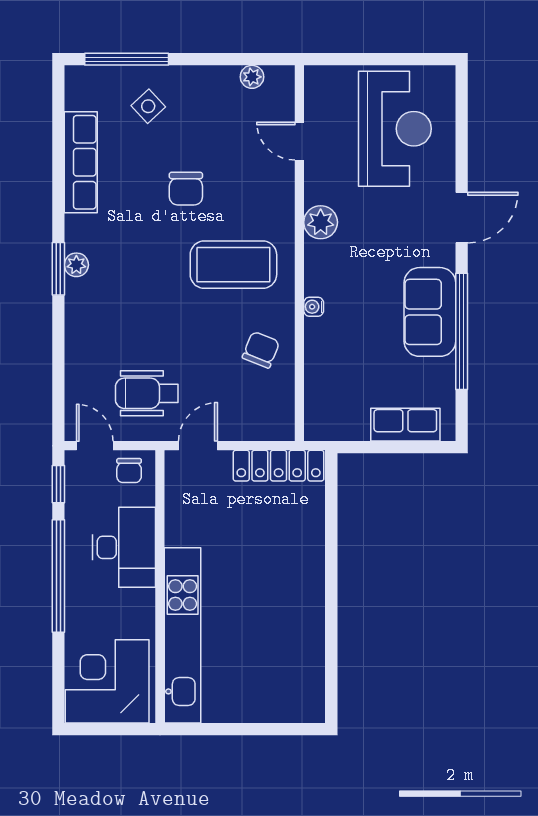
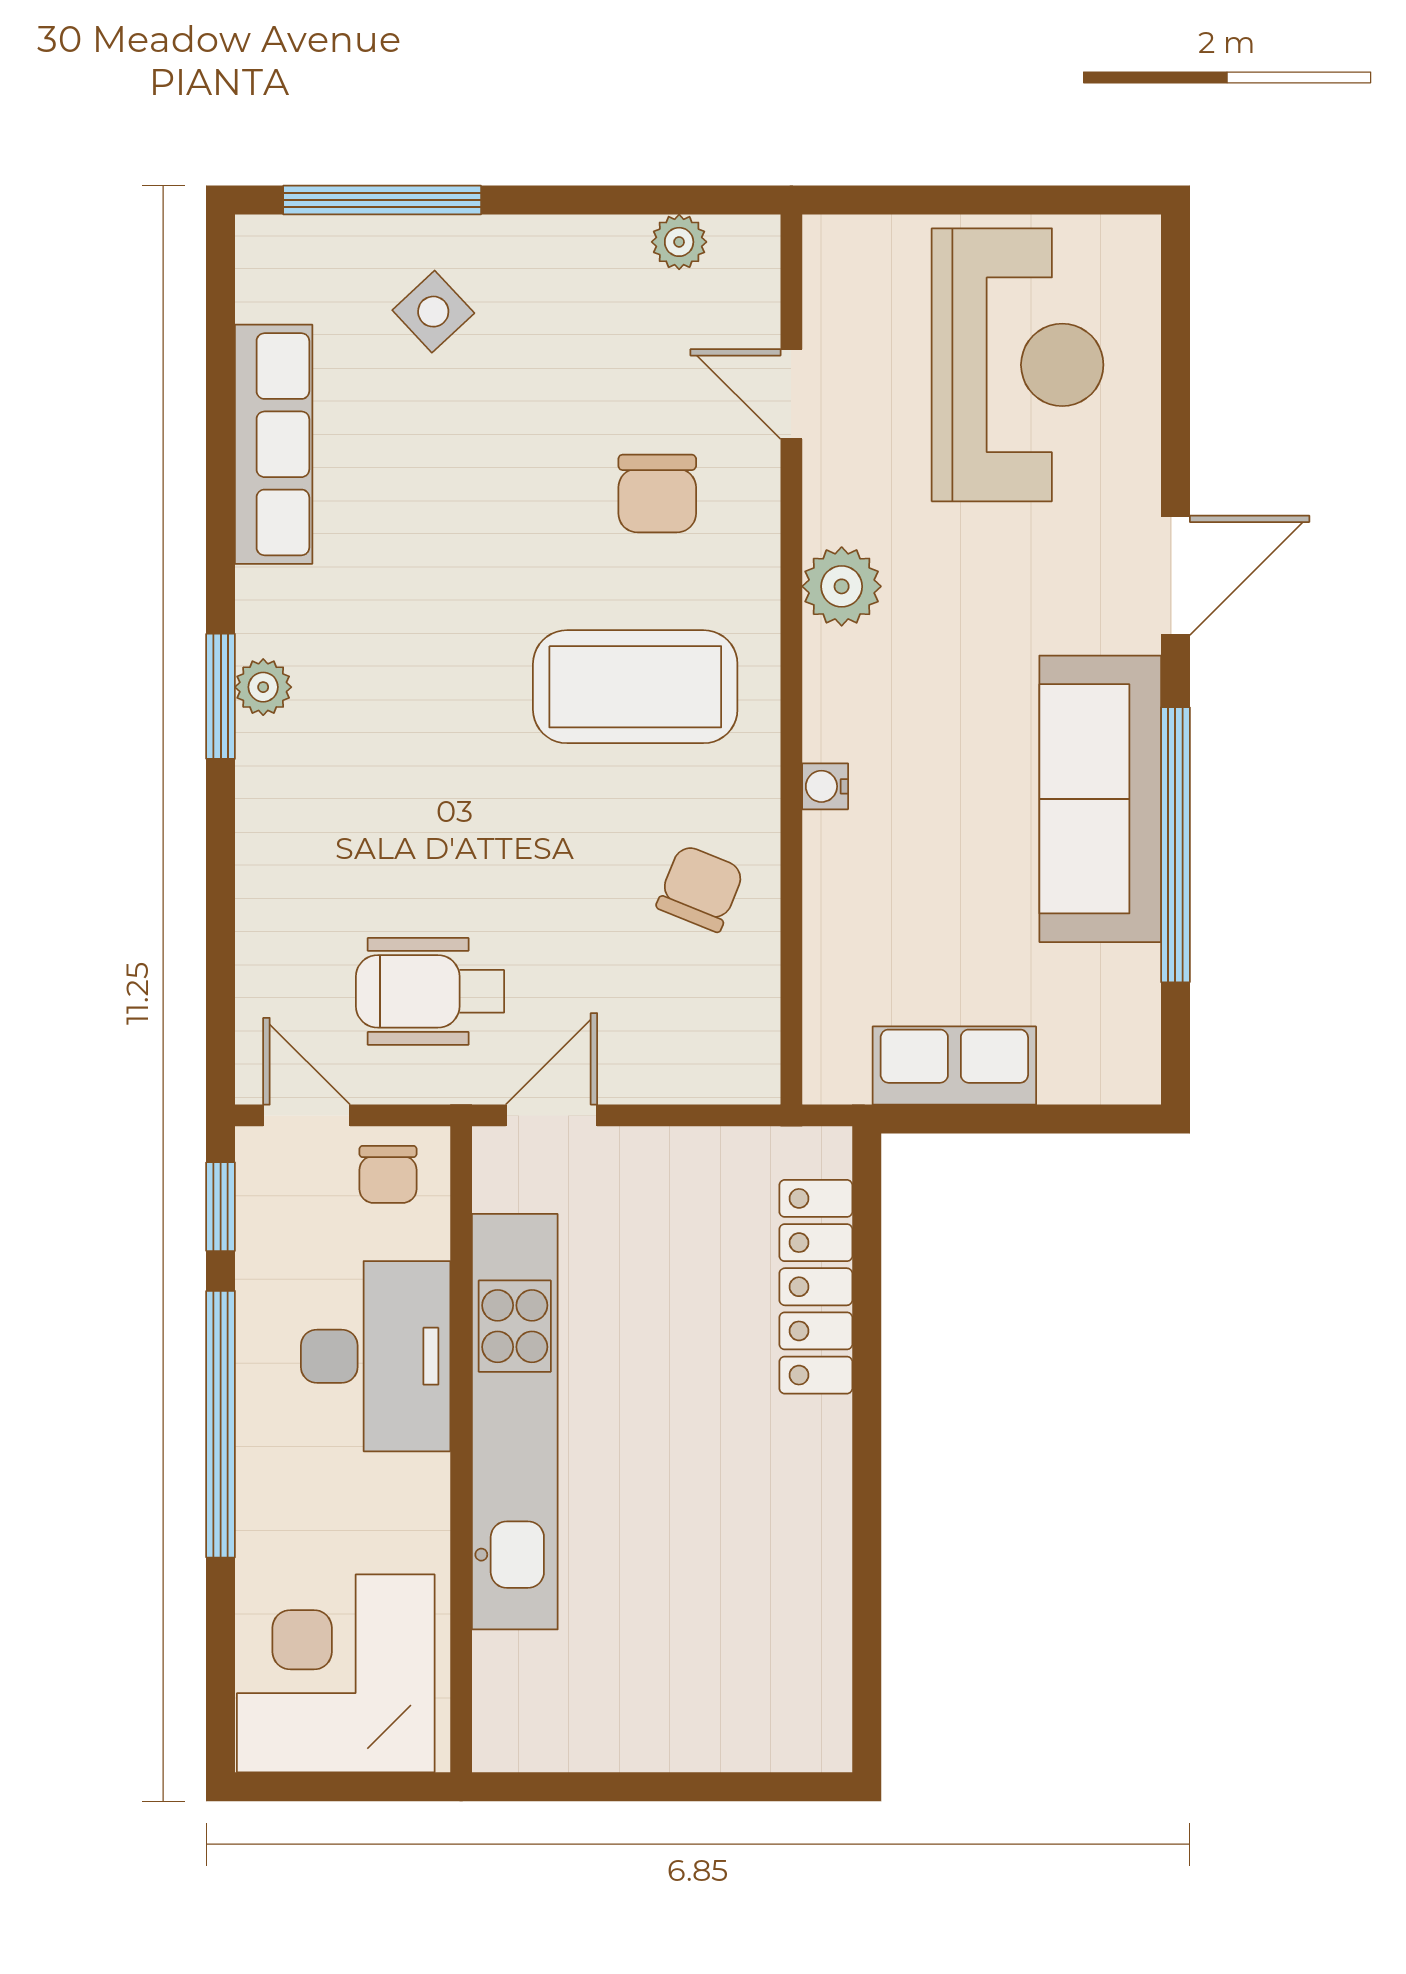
chair: (186, 189) -> (657, 493), moved
sofa: (430, 312) -> (1100, 799), width x1.36
row of seats: (405, 425) -> (954, 1066), moved
locker: (279, 466) -> (816, 1287), moved, turned 90
kitchen unit: (183, 635) -> (515, 1422), moved

